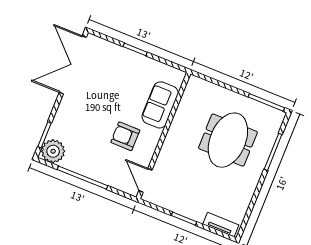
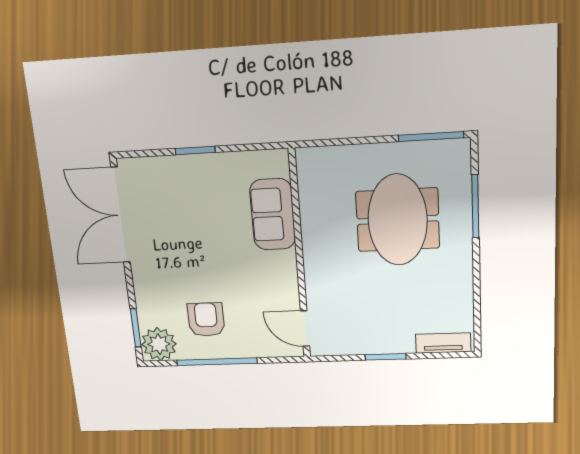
armchair: (125, 136) -> (206, 320), moved, turned 90

